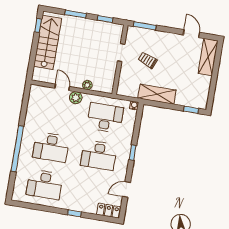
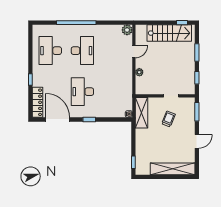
door: (191, 34) -> (197, 141), moved
shelving: (208, 57) -> (173, 169), width x1.47
shelving: (157, 94) -> (141, 113), moved
plant: (76, 98) -> (127, 30), moved
desk: (105, 118) -> (114, 92), removed
desk: (51, 147) -> (82, 51), turned 180
door: (126, 189) -> (58, 119), width x1.87
locker: (108, 211) -> (38, 102), width x1.53

